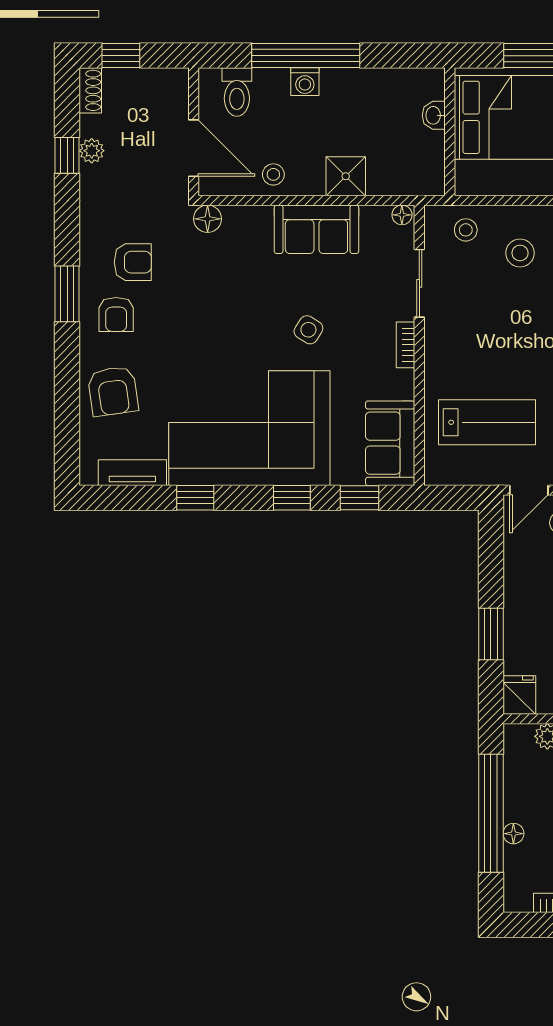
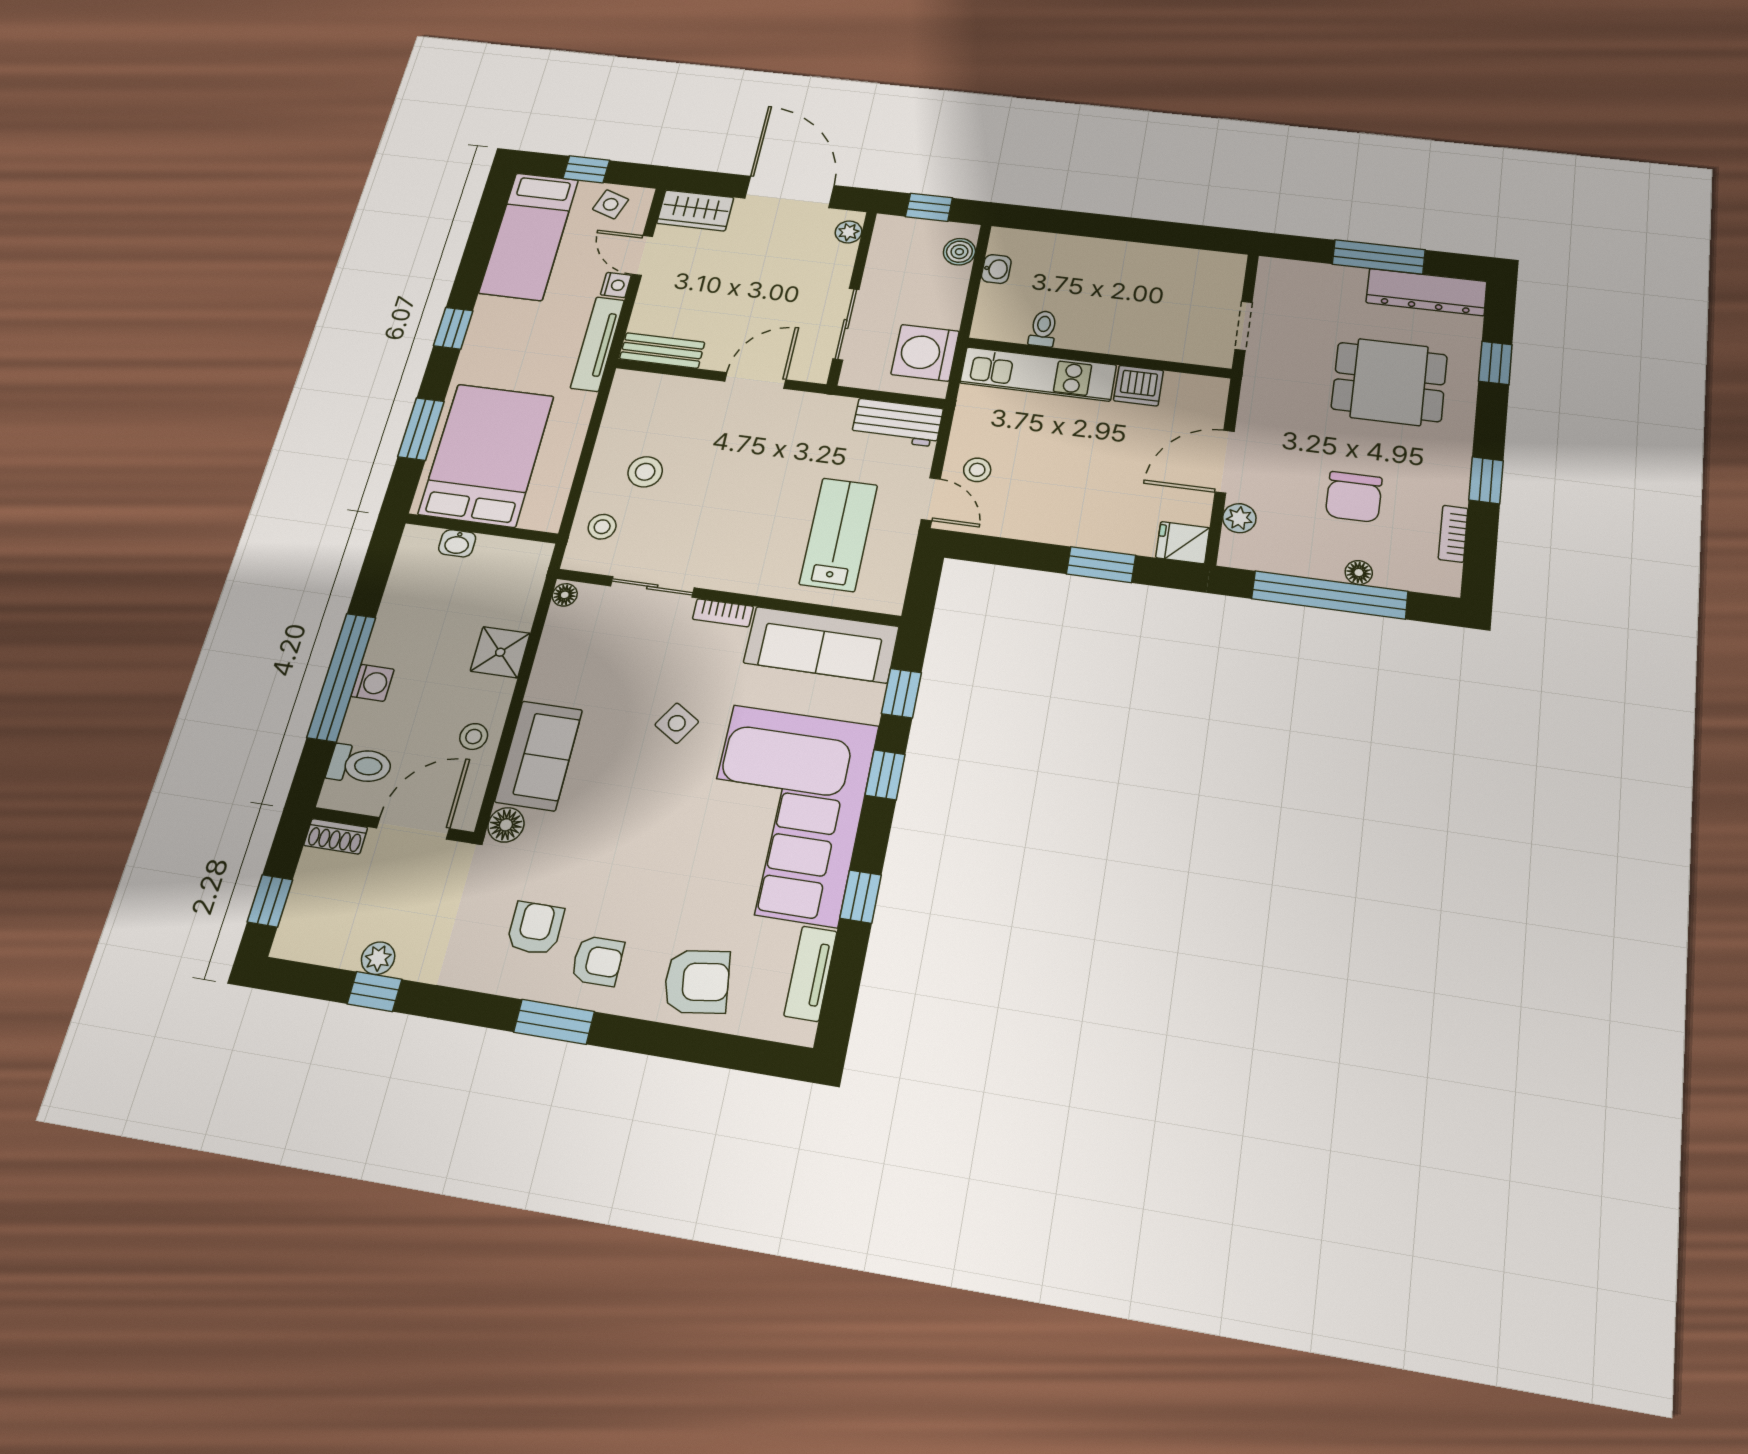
shoe rack: (90, 90) -> (336, 836), moved, turned 180
sofa: (316, 229) -> (539, 756), moved
sofa: (390, 443) -> (821, 645), width x1.36

